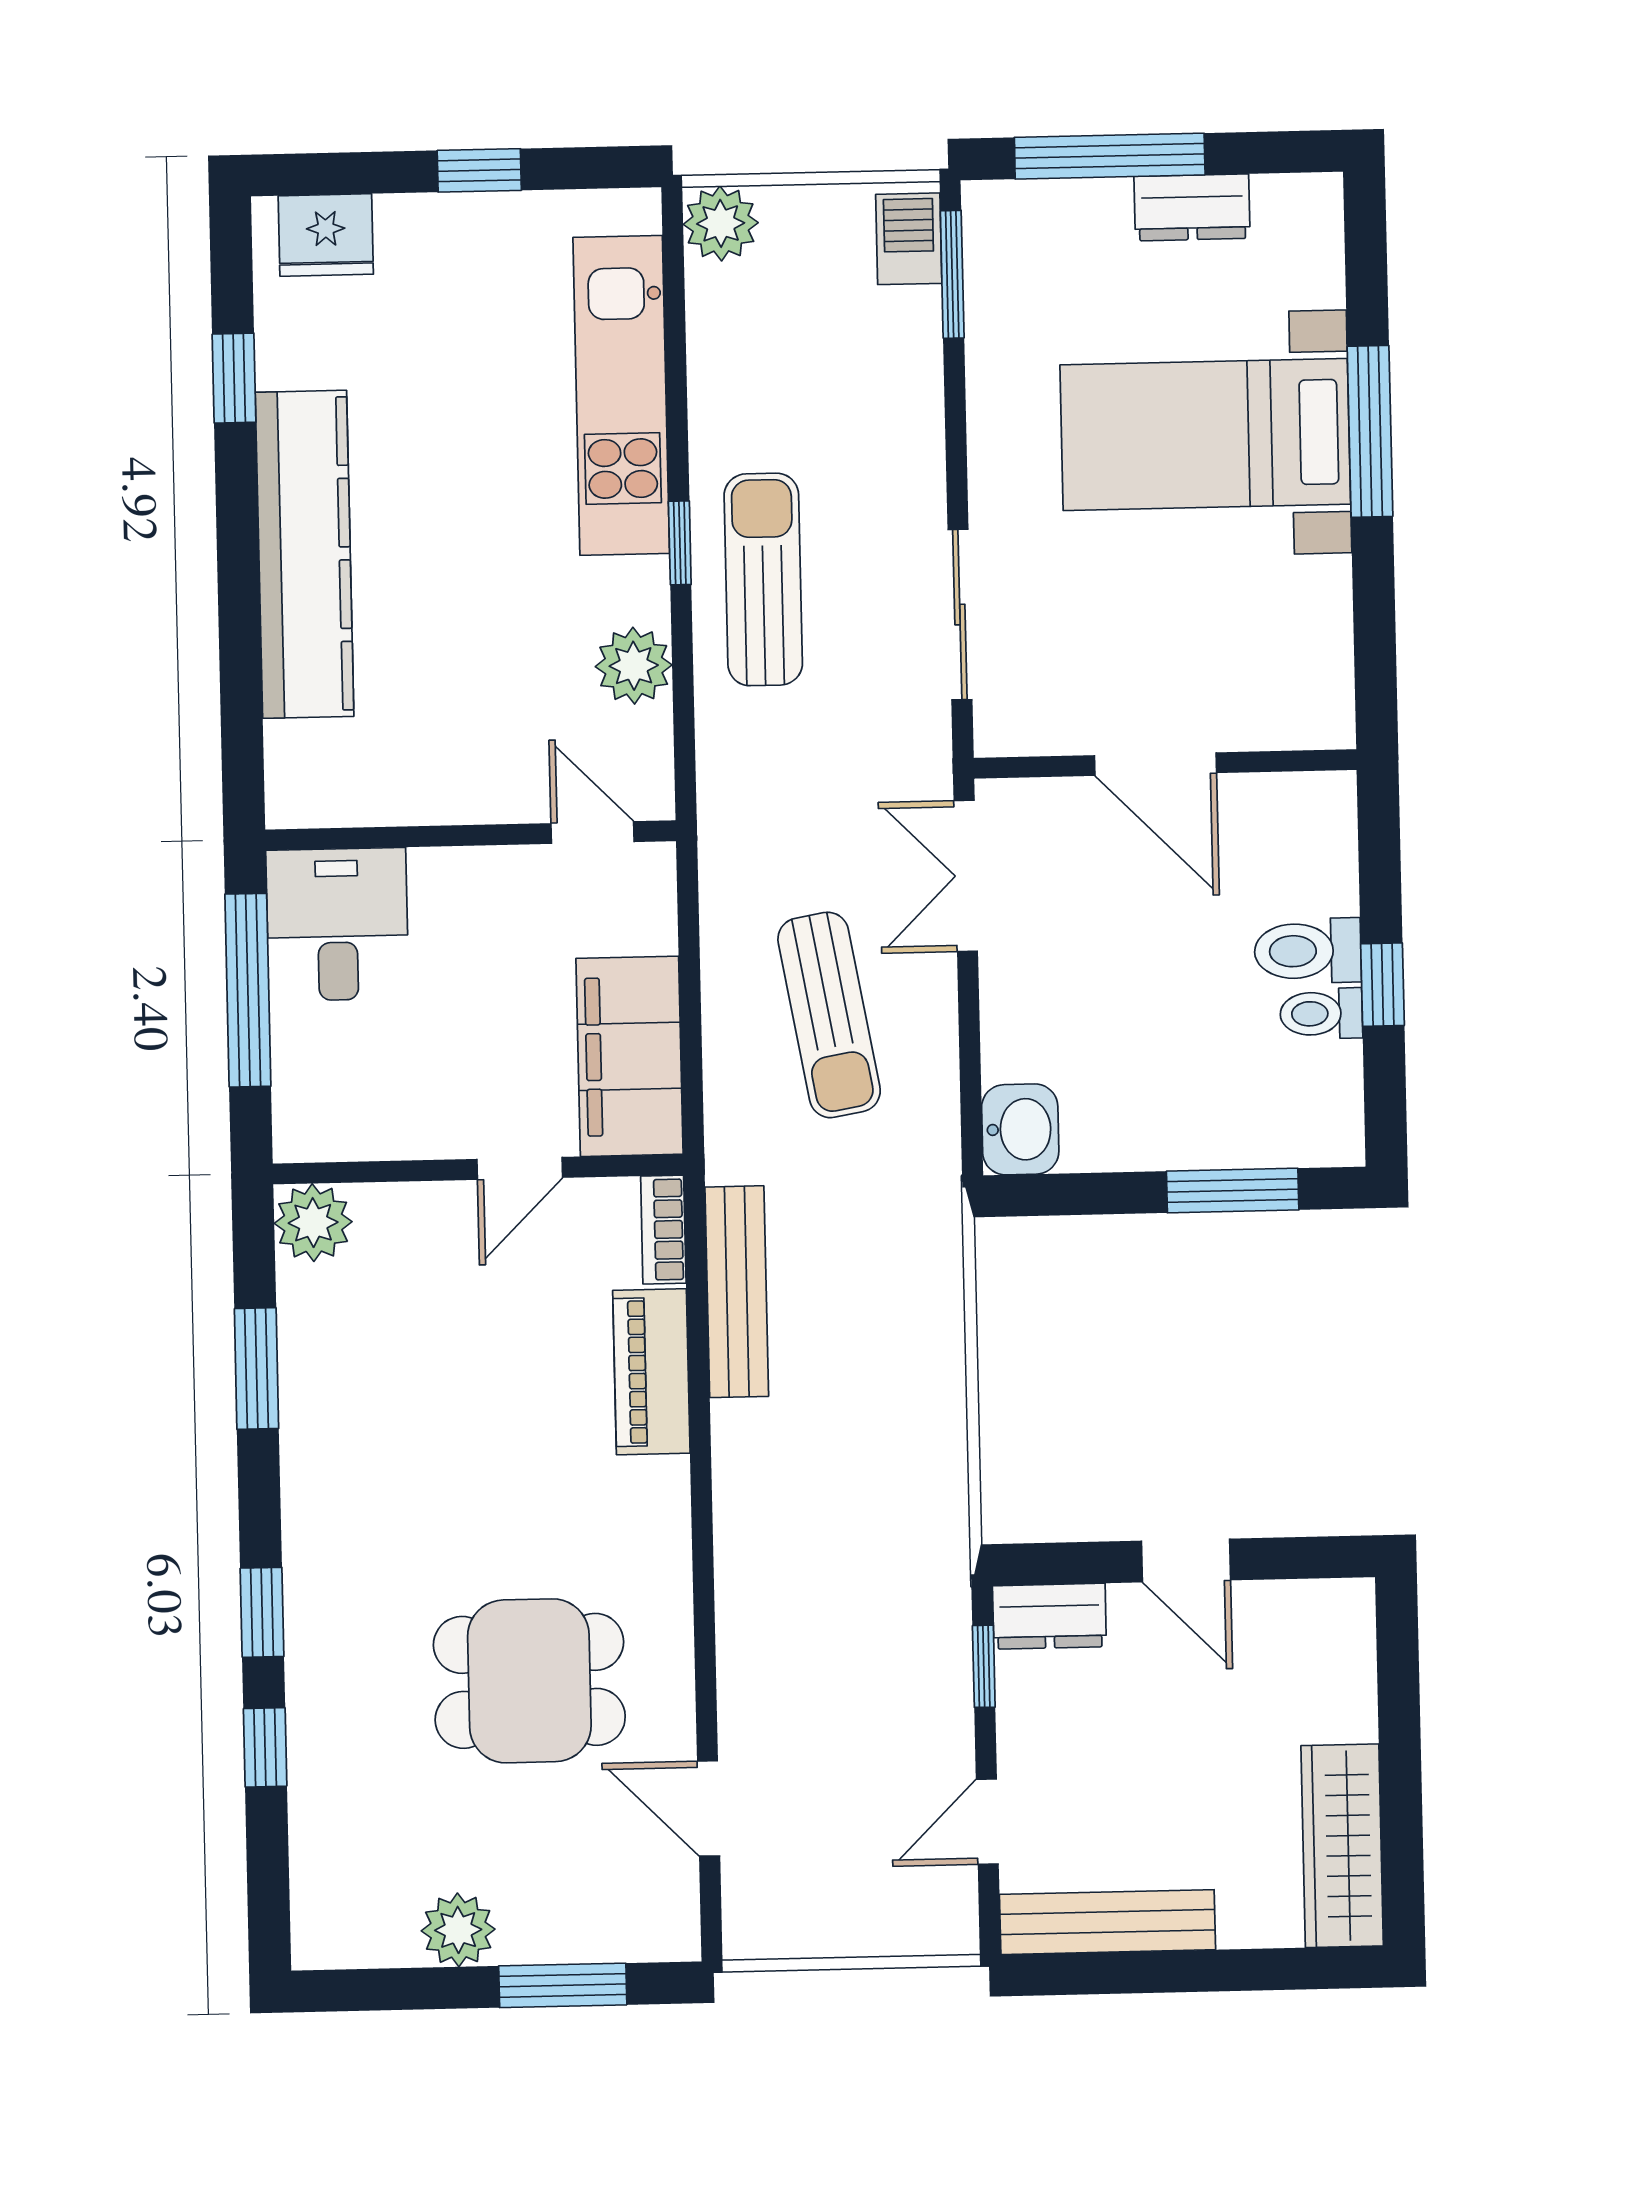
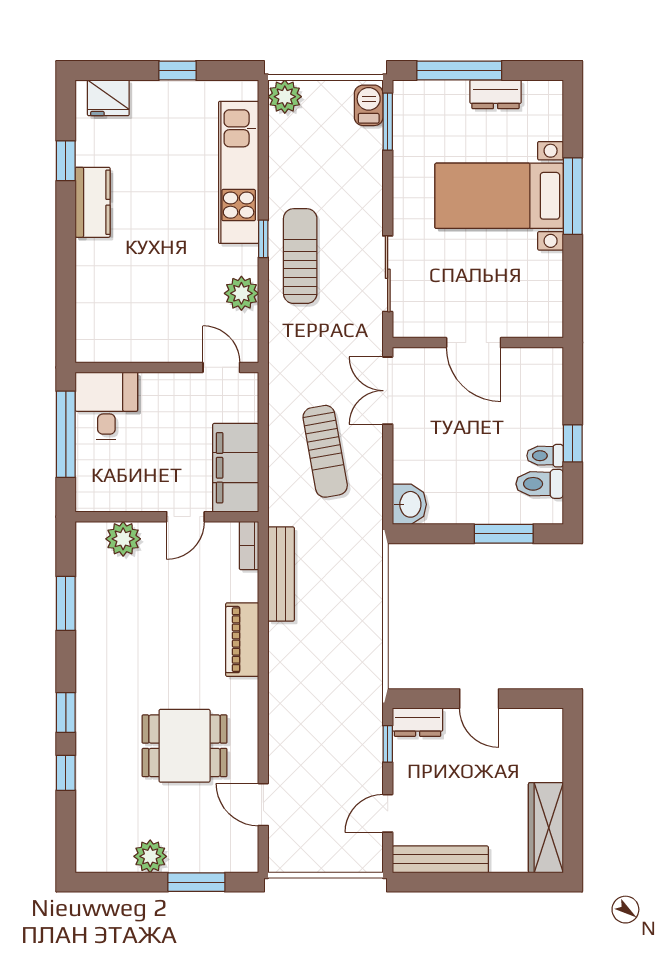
kitchen counter: (305, 554) -> (93, 202), width x0.48, depth x0.86
toilet: (1308, 951) -> (540, 484), moved
plant: (313, 1223) -> (123, 539), moved
piano: (651, 1372) -> (242, 640), moved

